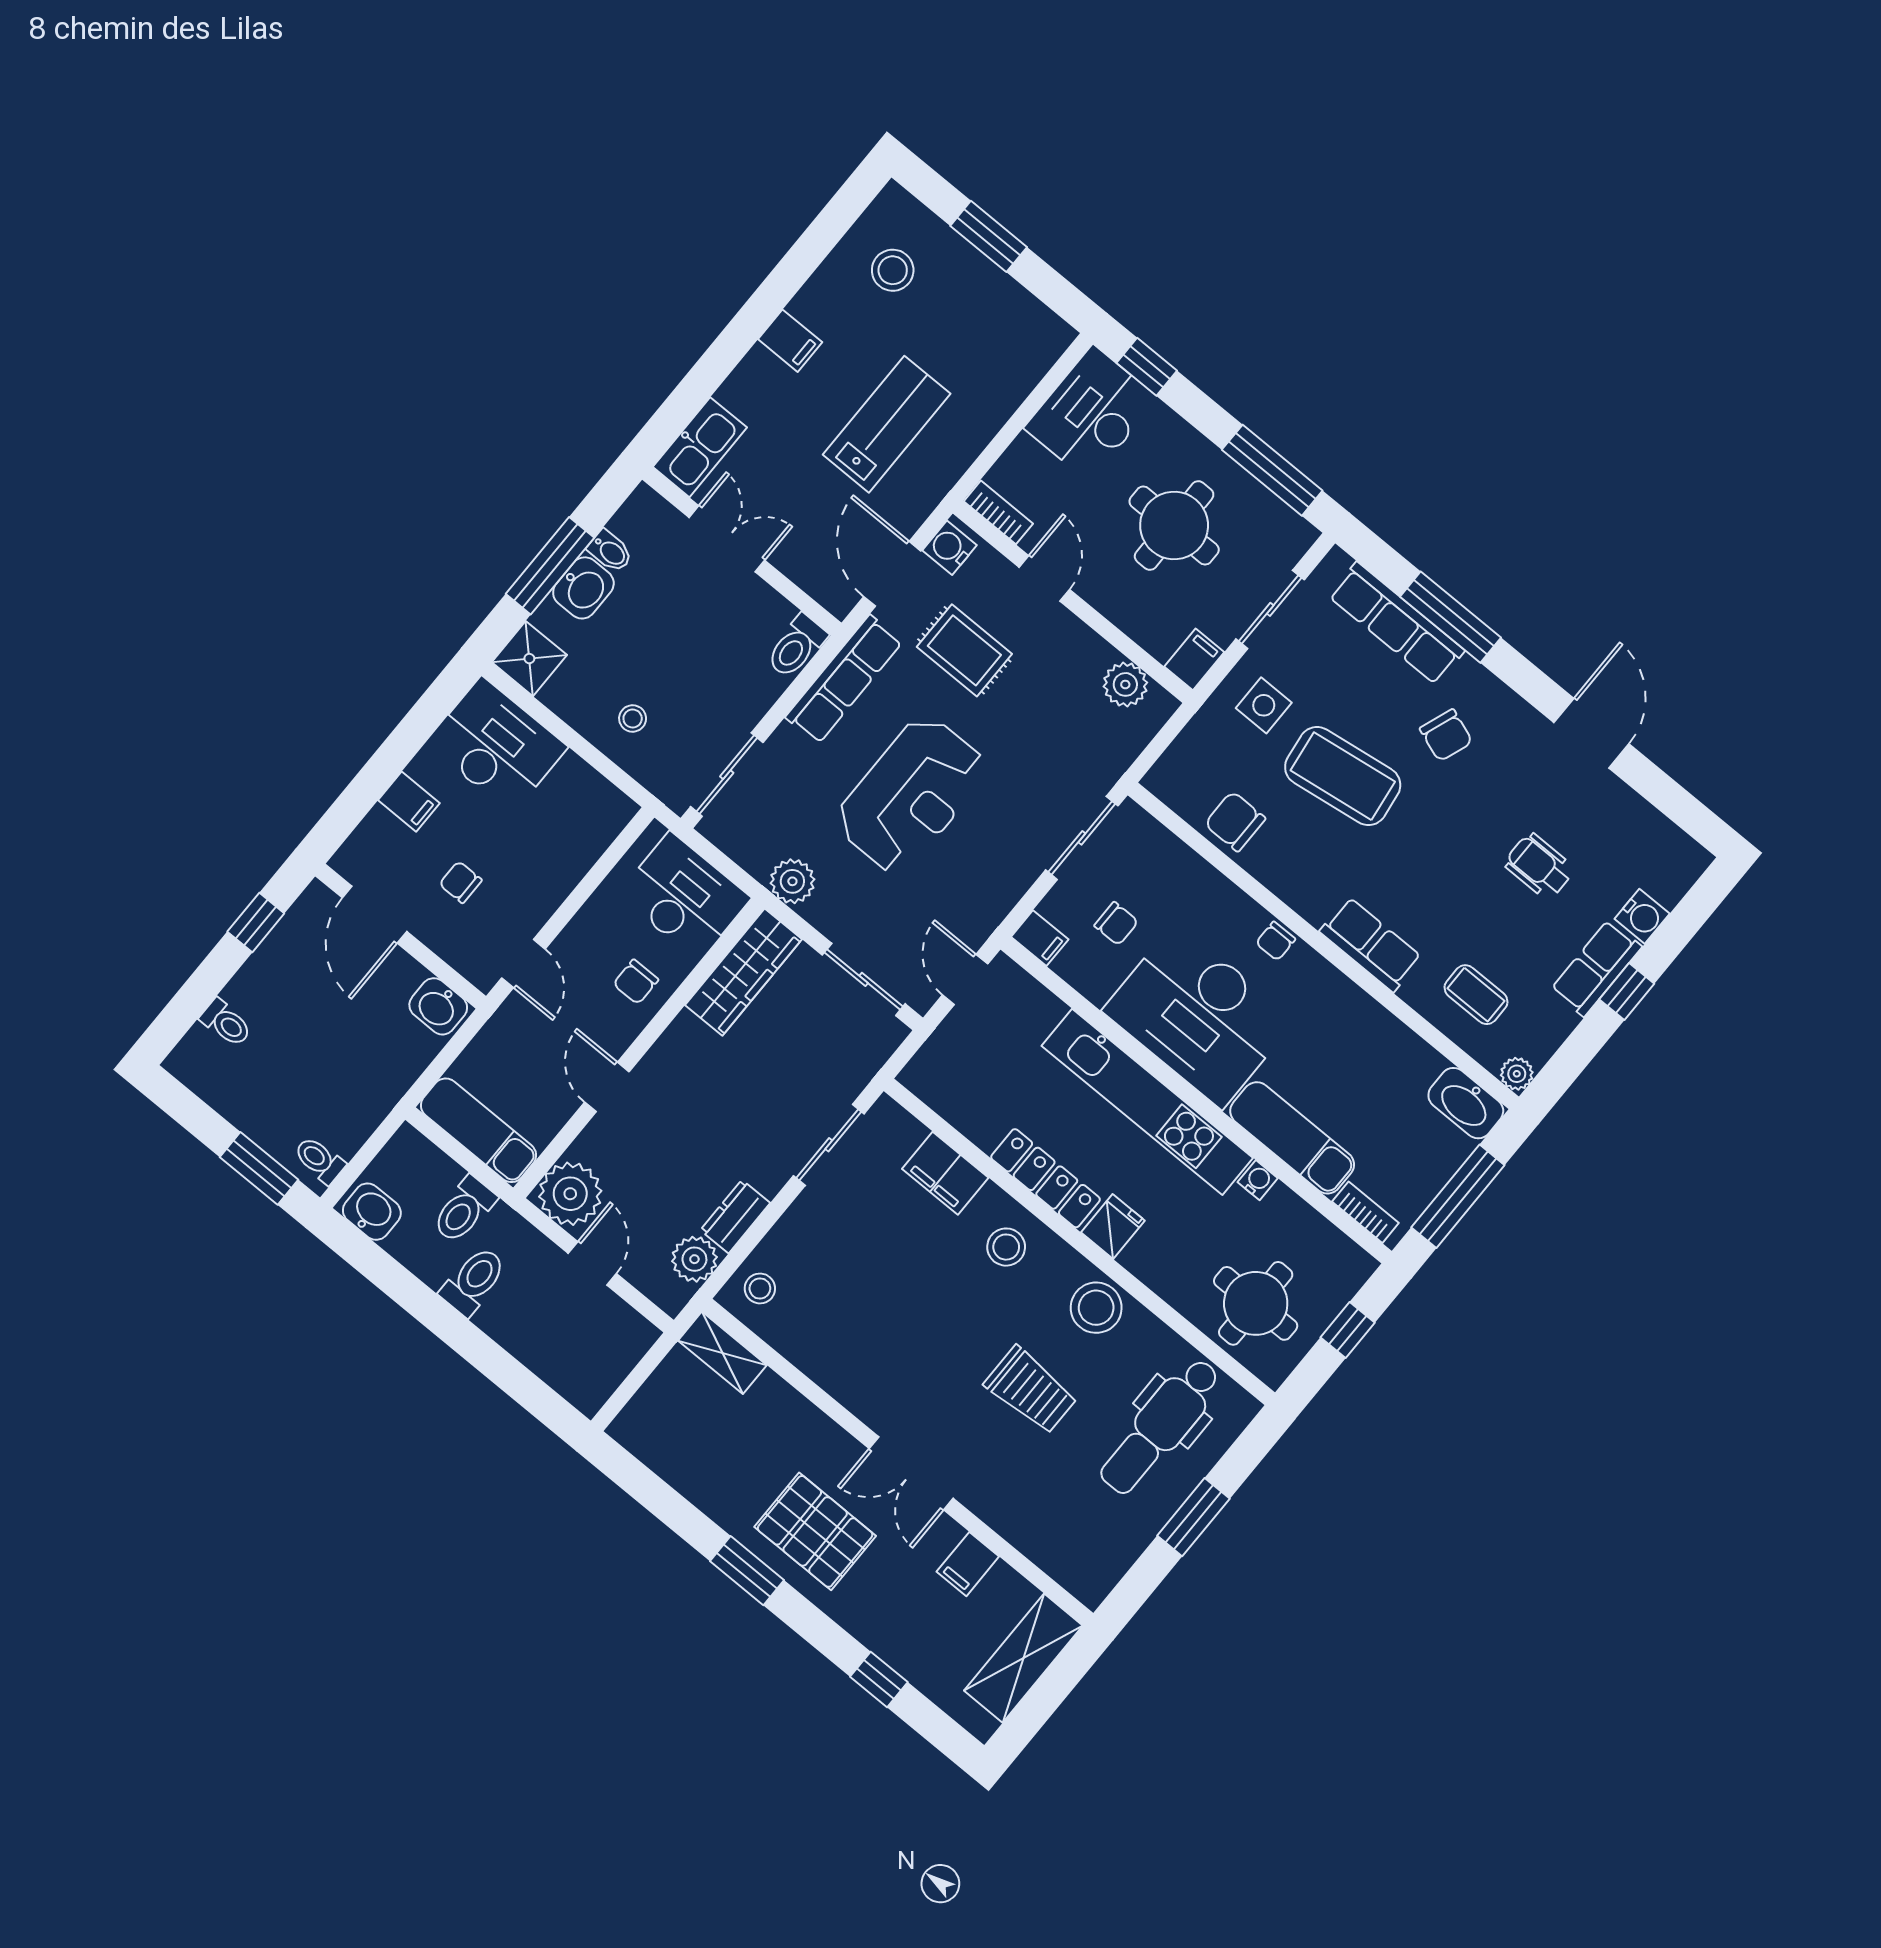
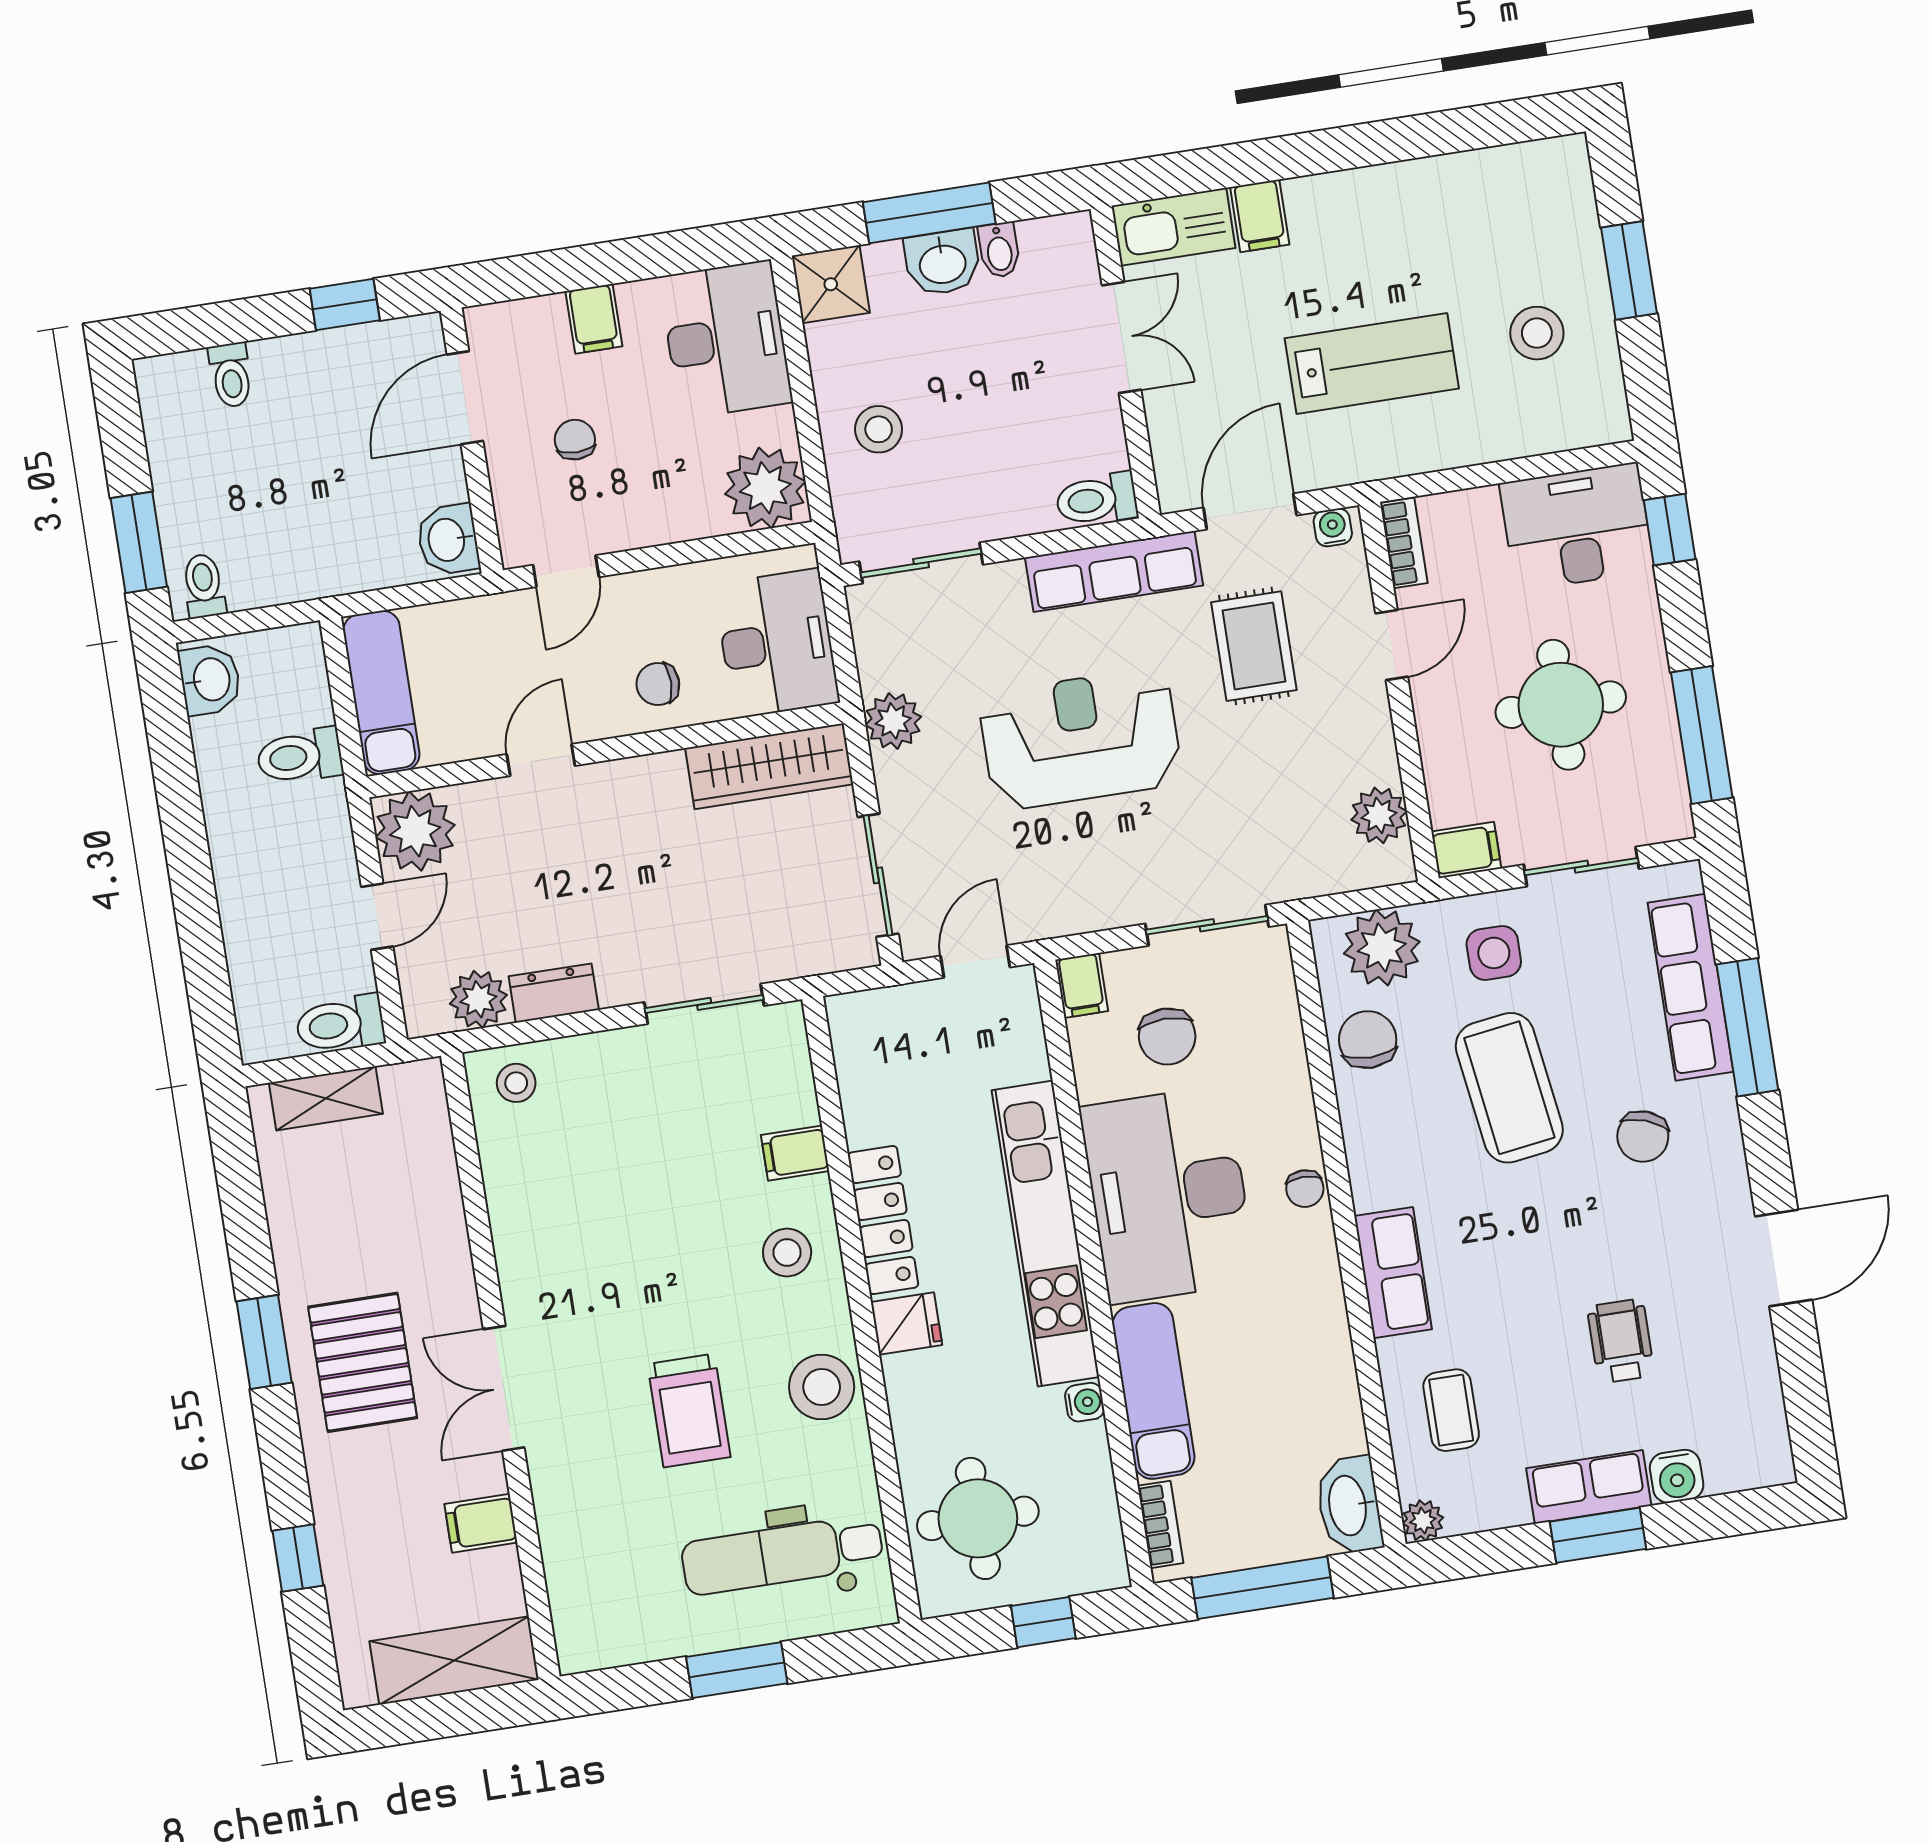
stool: (893, 270) -> (1537, 333), moved
filing cabinet: (790, 341) -> (1260, 216), moved
water cooler: (950, 548) -> (1333, 527), width x0.72, depth x0.72
stool: (633, 718) -> (879, 429), width x1.37, depth x1.37
plant: (1196, 760) -> (1382, 948), added
reception desk: (911, 795) -> (1080, 739), turned 180
plant: (597, 811) -> (765, 488), added
chair: (1116, 924) -> (1167, 1036), width x1.37, depth x1.37
chair: (1276, 941) -> (1305, 1189), turned -90
window: (1627, 992) -> (1598, 1535), width x1.50
filing cabinet: (945, 1173) -> (795, 1153), width x0.50
toilet: (474, 1281) -> (340, 1024), moved, turned 180
shelving: (722, 1353) -> (326, 1098), moved, turned 90

